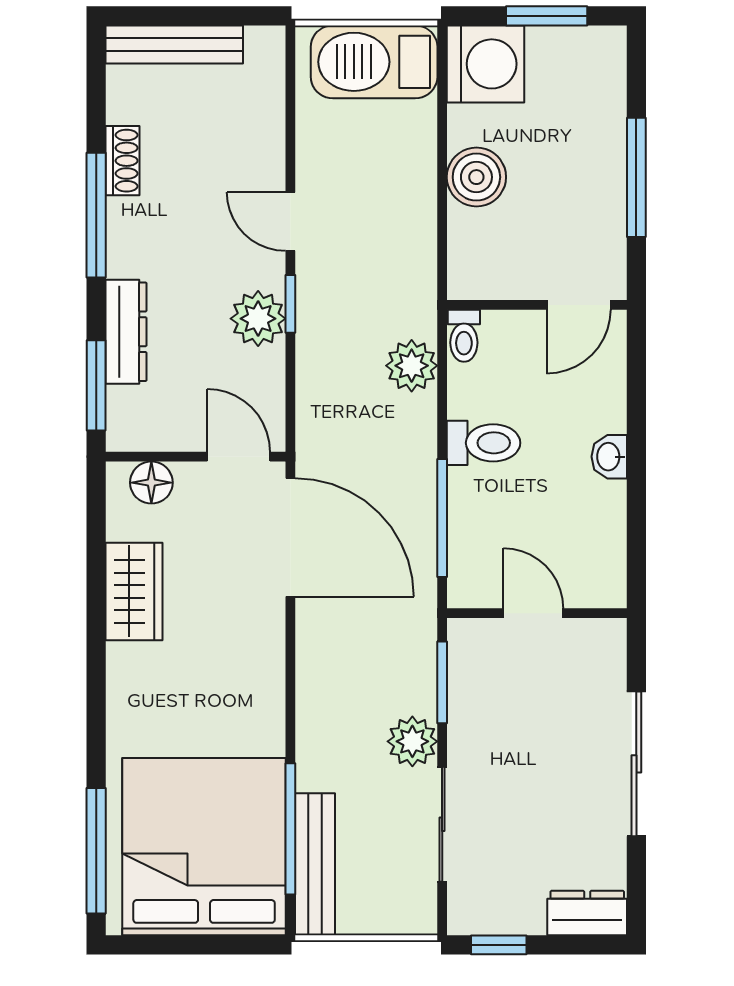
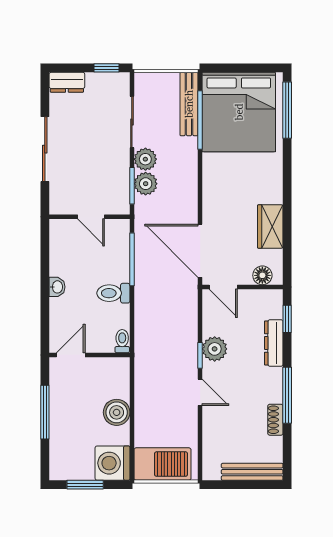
plant: (412, 366) -> (146, 184), moved
window: (96, 385) -> (287, 319), width x0.67

